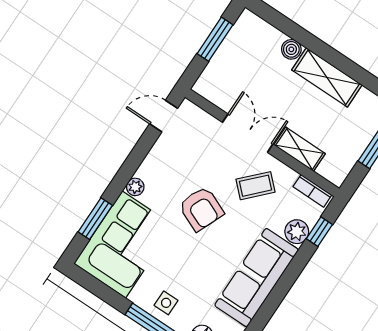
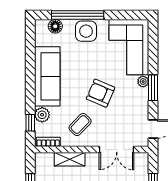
double door: (248, 133) -> (117, 150), moved
window: (95, 219) -> (153, 88), moved
side table: (166, 303) -> (86, 31), width x1.87, depth x1.87

